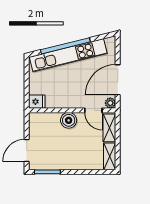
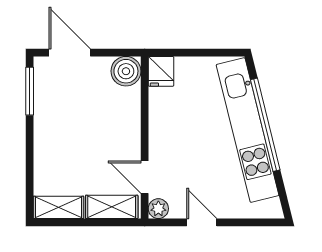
door: (118, 80) -> (202, 222), width x0.53
door: (93, 110) -> (145, 177), hinge flipped
boiler: (69, 120) -> (126, 71), moved

